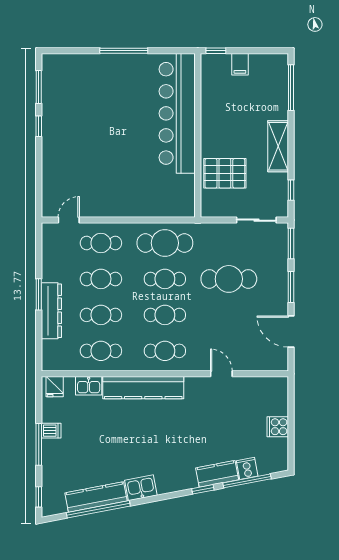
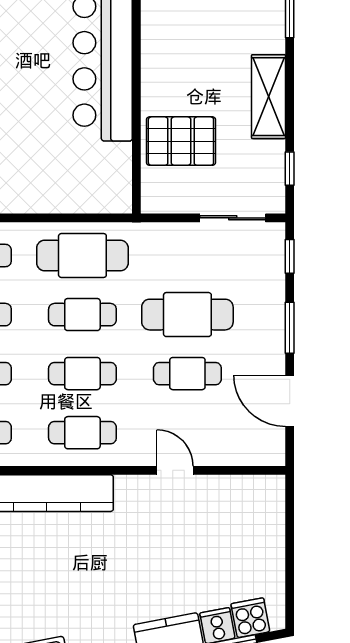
window: (291, 243) -> (290, 256), width x0.67
cafe table: (229, 315) -> (187, 374), added
cooker: (278, 427) -> (250, 618), moved, turned 79

